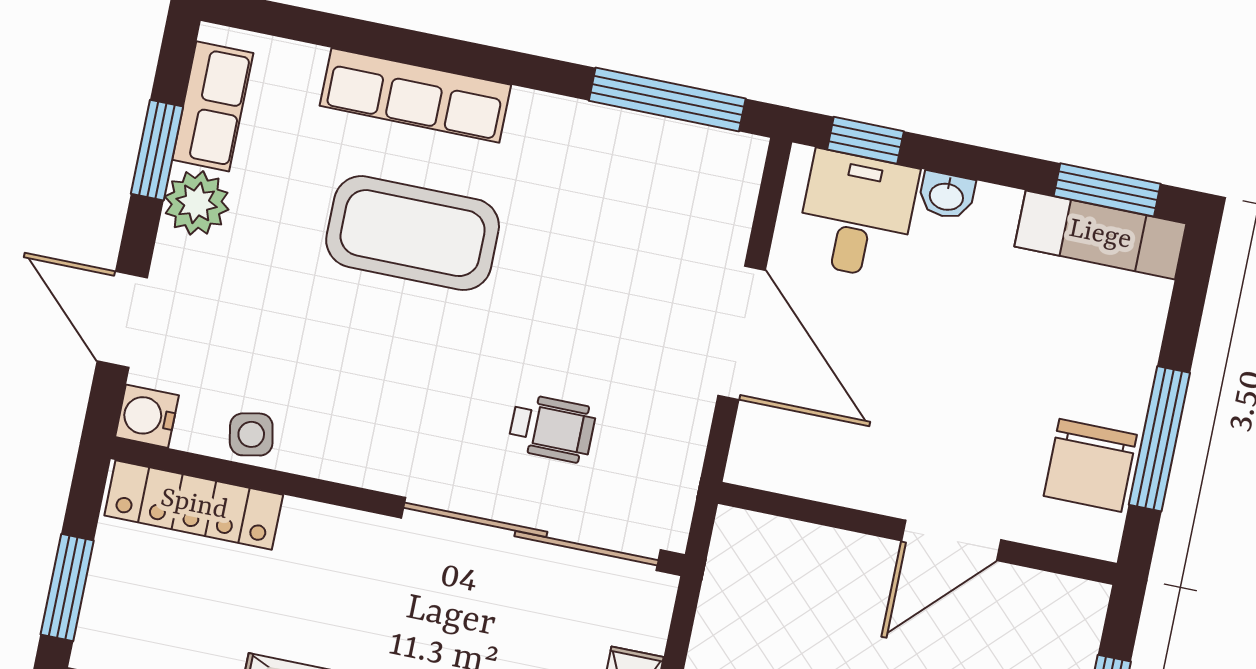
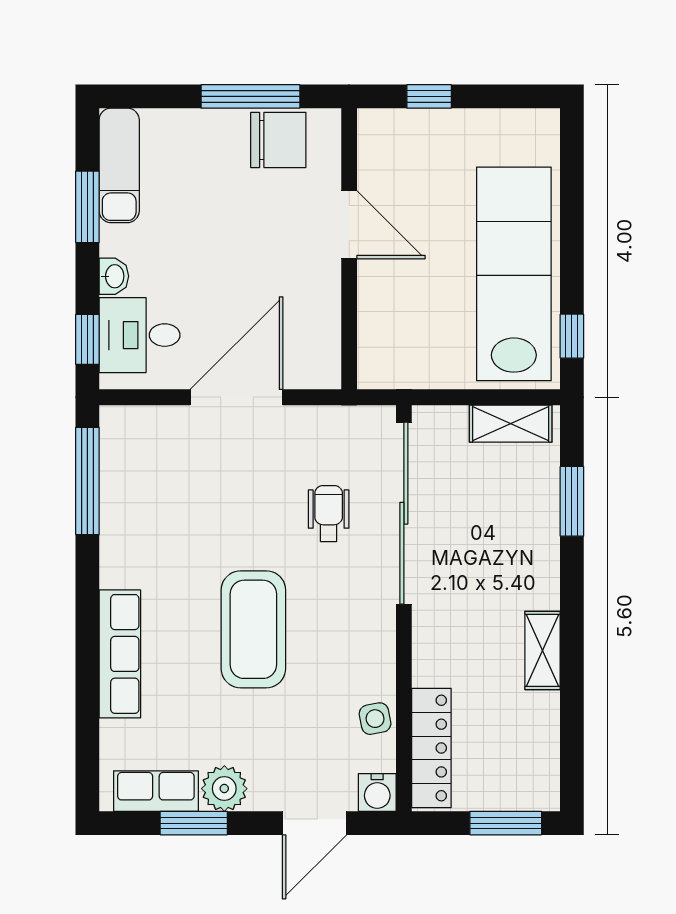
window: (1107, 190) -> (87, 207), moved
coffee table: (413, 233) -> (253, 629), moved

